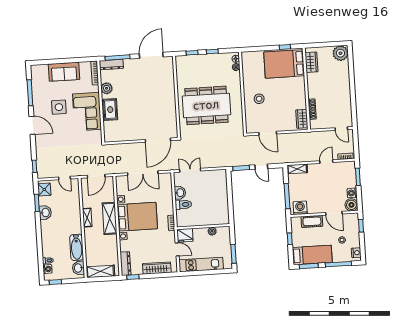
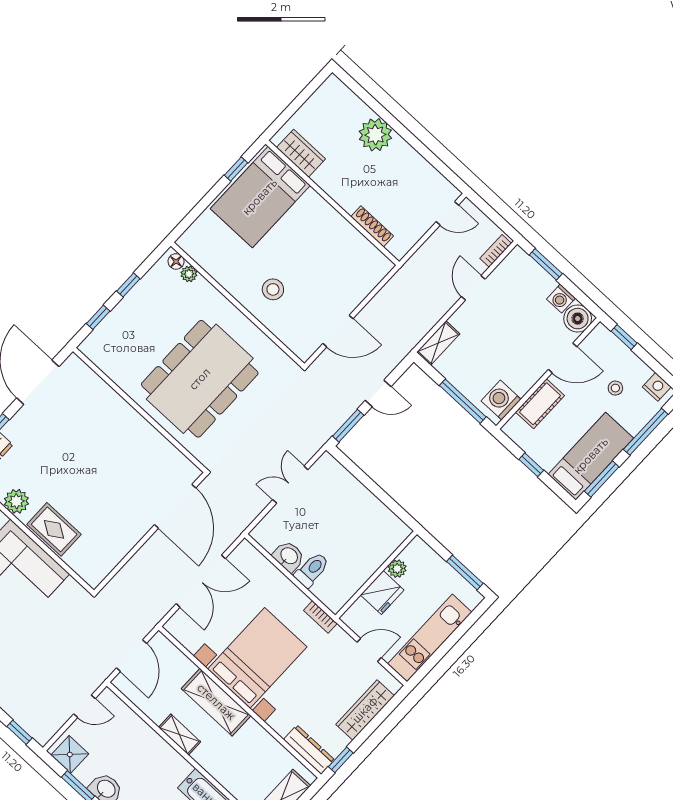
plant: (340, 53) -> (375, 135), moved
wardrobe: (302, 119) -> (370, 257), removed
double door: (190, 170) -> (290, 485), moved
fridge: (185, 235) -> (382, 593), moved

